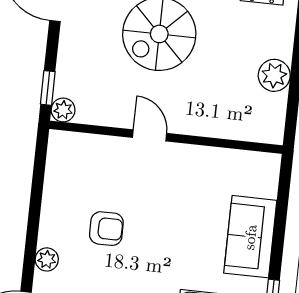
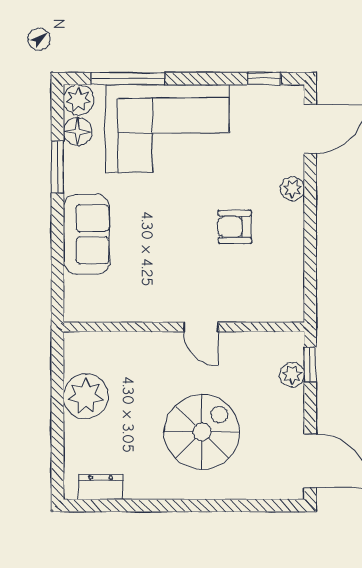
plant: (274, 75) -> (86, 396), width x1.36, depth x1.36
plant: (63, 110) -> (292, 375), moved

